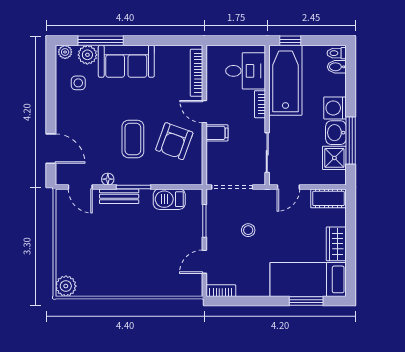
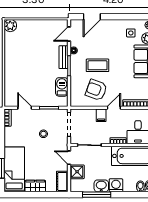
shower: (334, 158) -> (77, 172), moved

